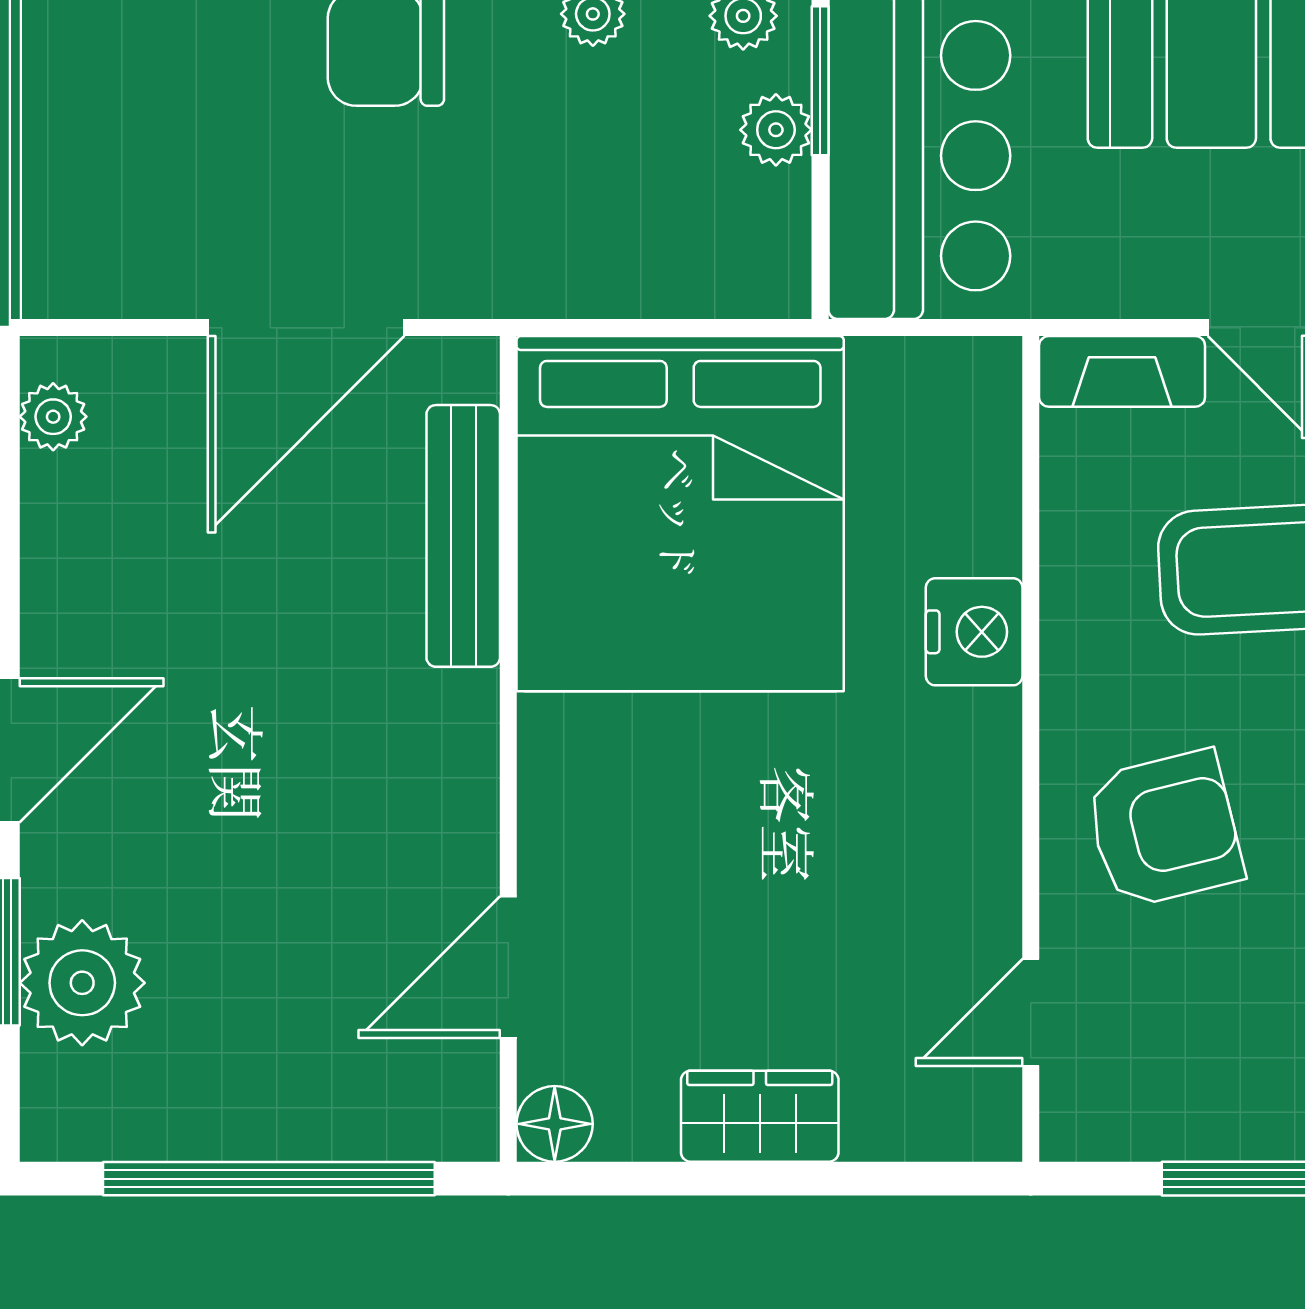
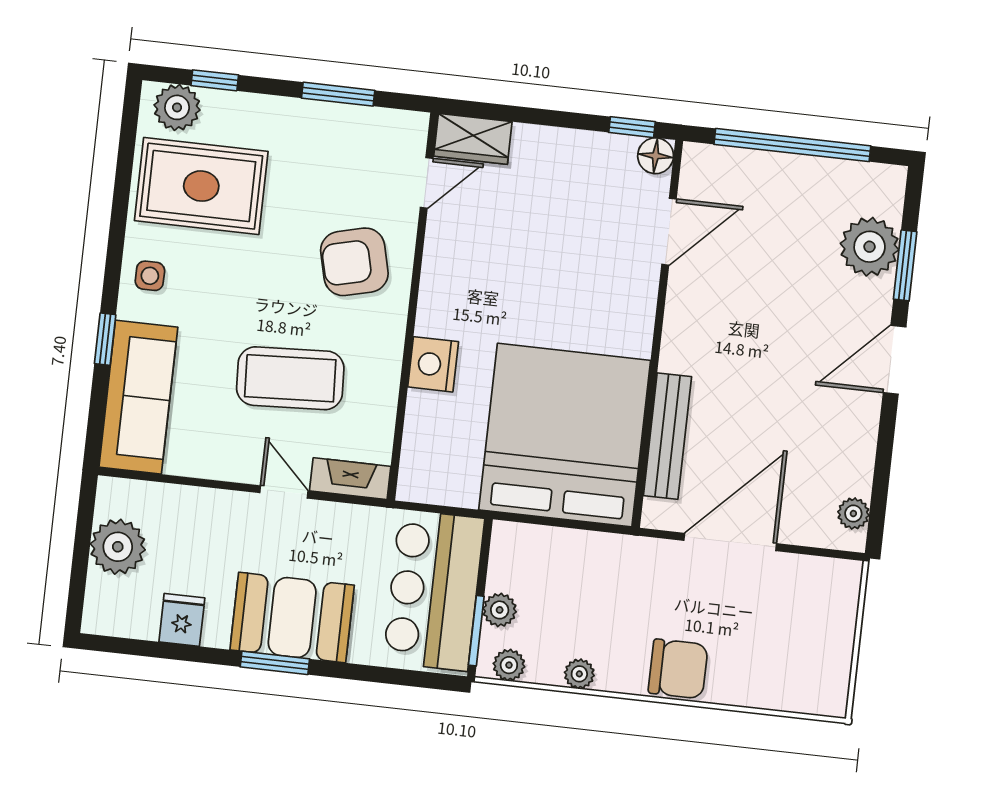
wardrobe: (760, 1116) -> (473, 139), moved
window: (611, 1179) -> (632, 127), added

